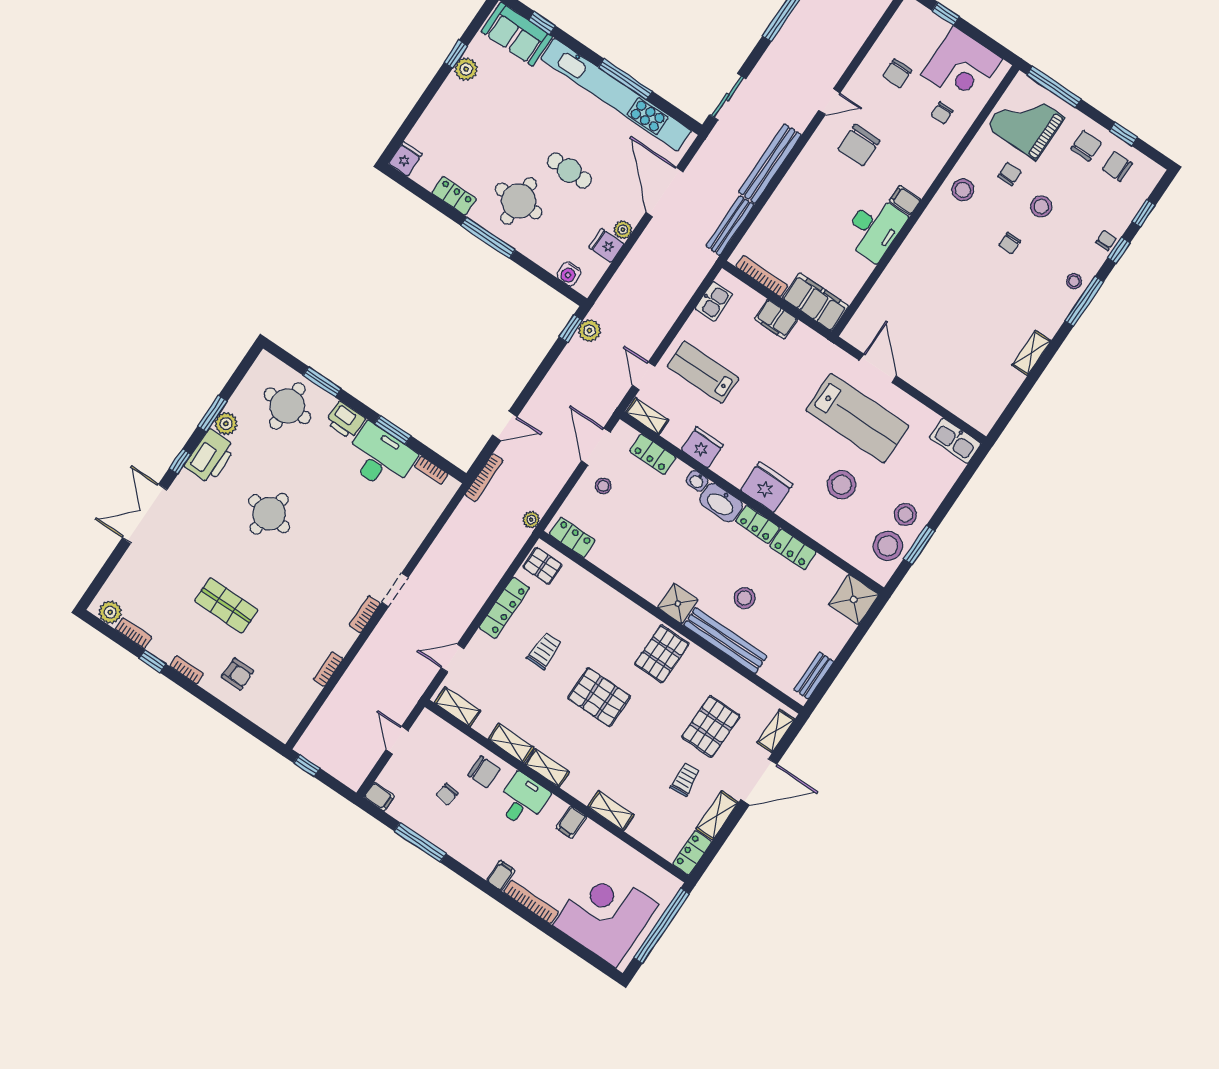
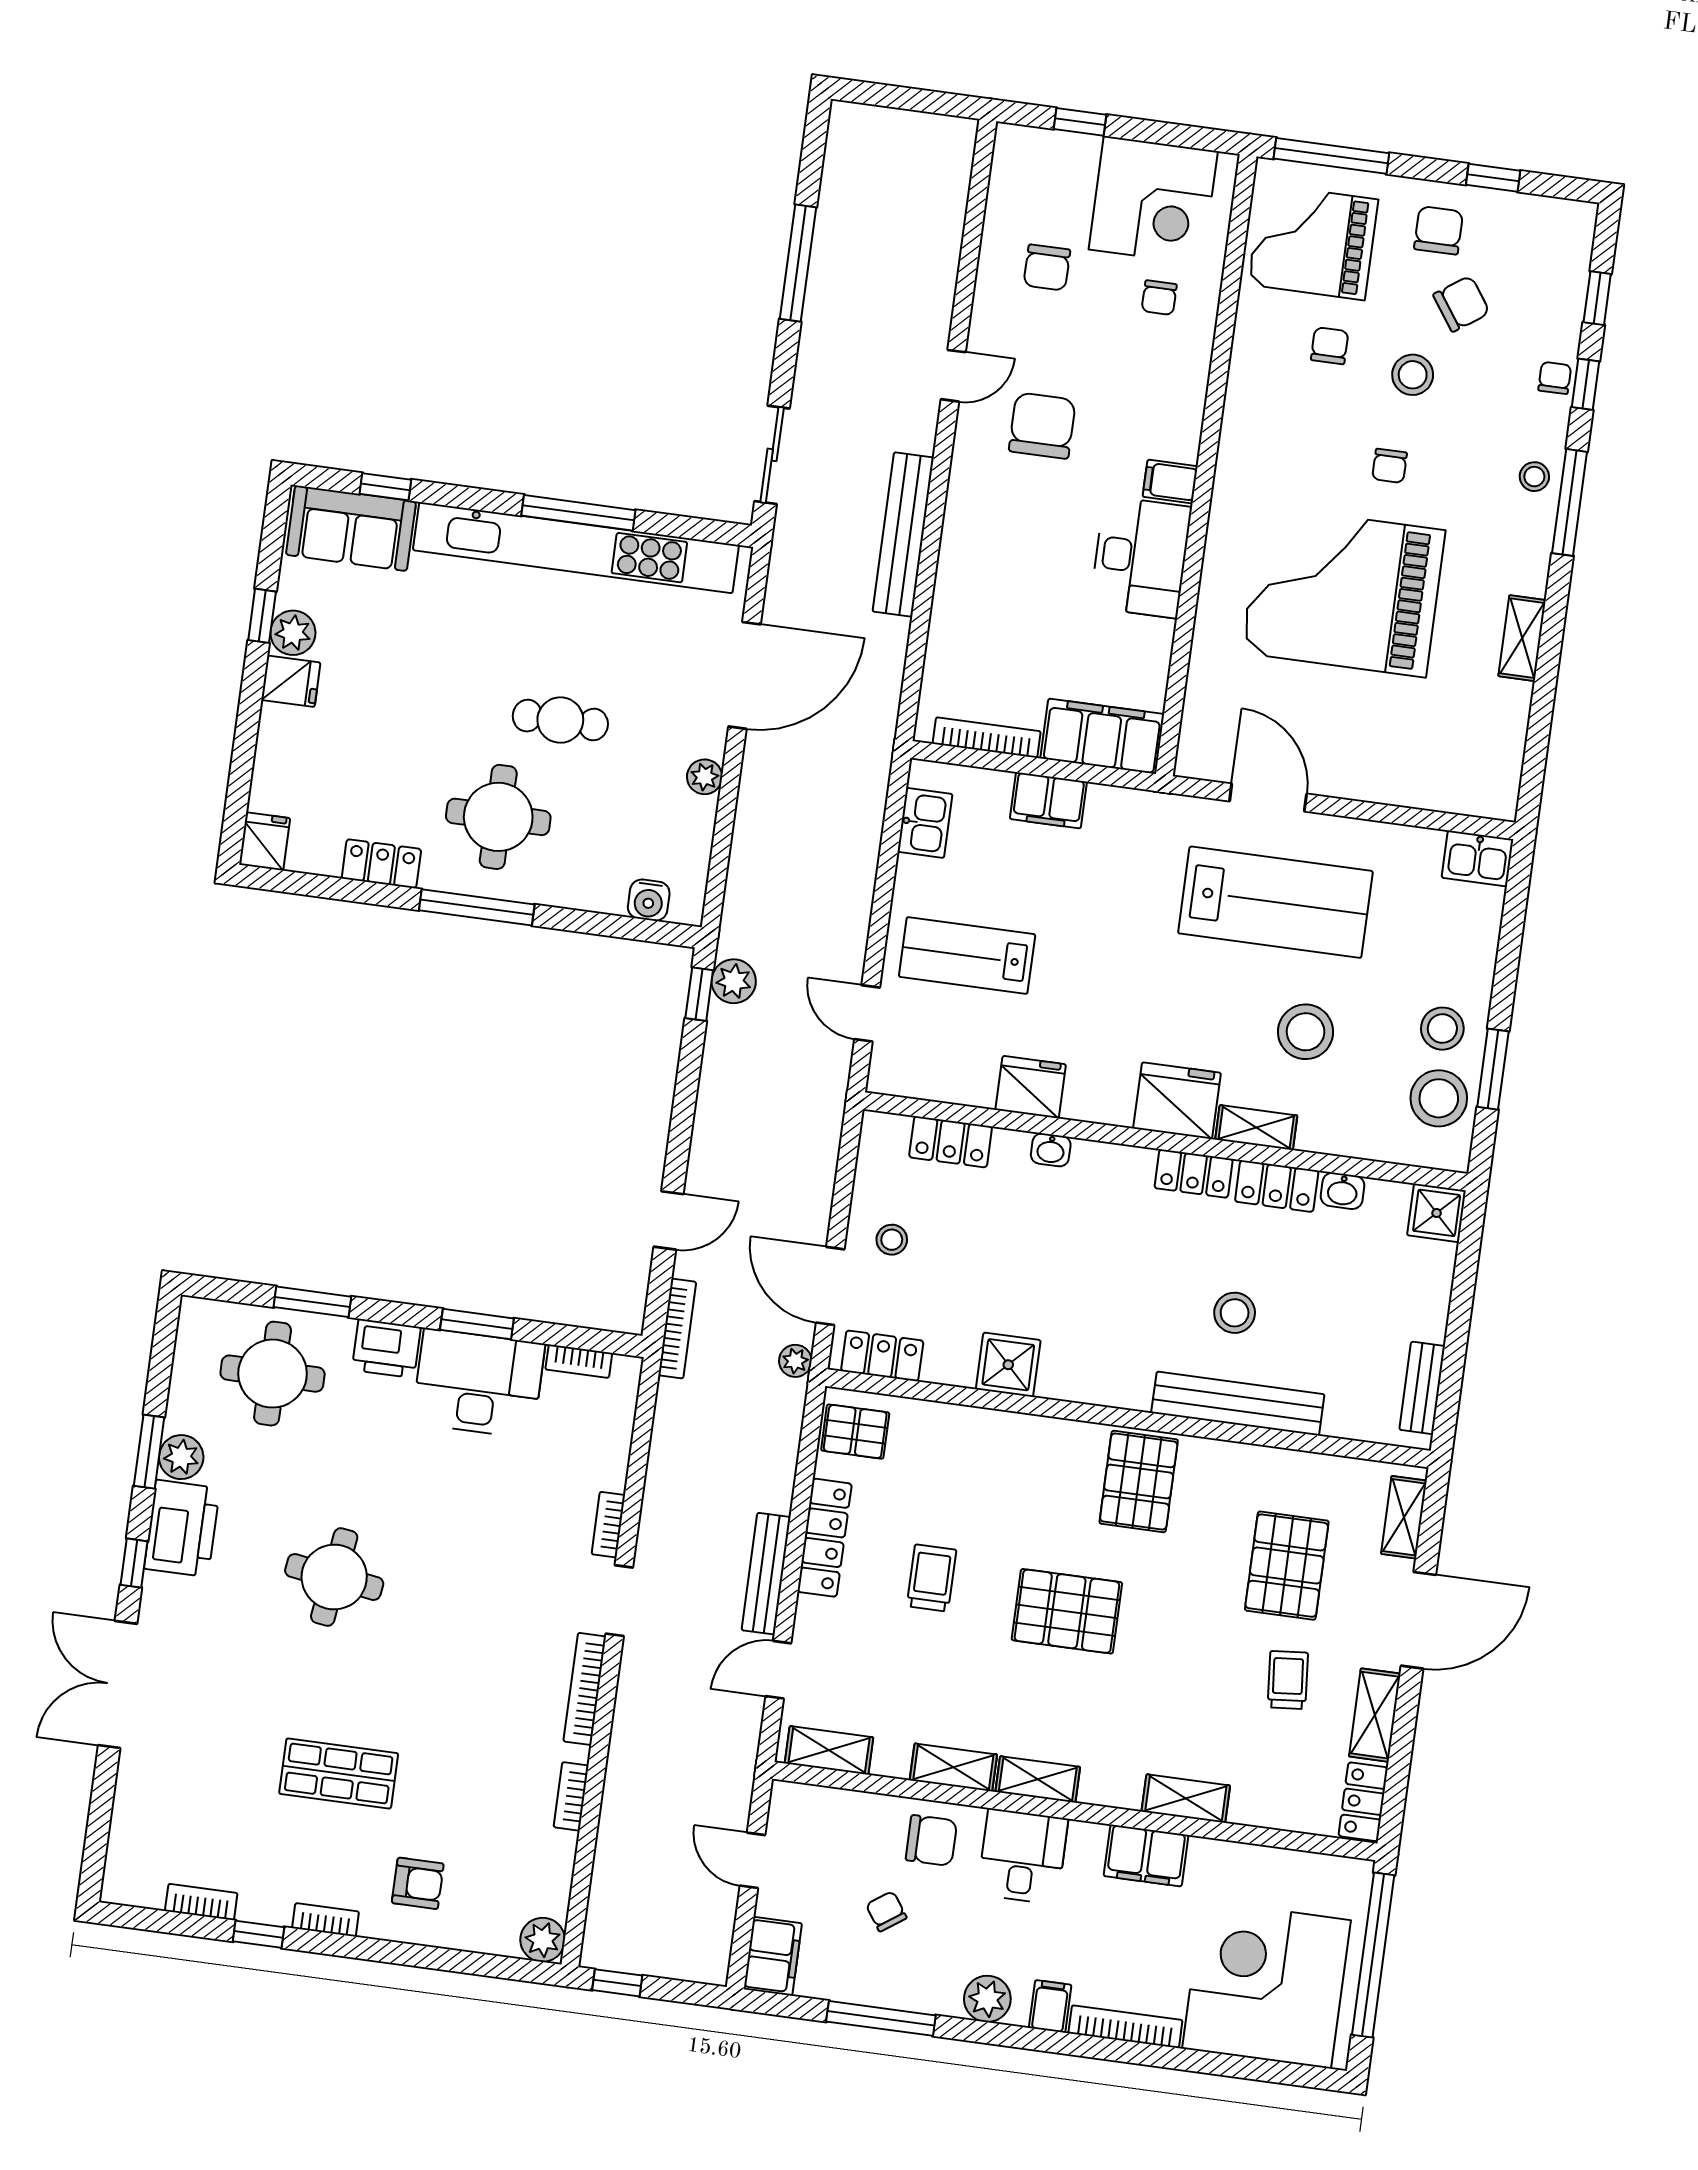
chair: (859, 145) -> (1042, 426), turned 180
chair: (1117, 166) -> (1461, 304), moved, turned 145
stool: (963, 190) -> (1262, 414), removed
door: (664, 192) -> (744, 675), swing flipped
bench: (730, 226) -> (766, 1574), moved
fridge: (606, 245) -> (291, 681), moved, turned 180
grand piano: (960, 291) -> (1343, 592), added
shelving: (647, 416) -> (1256, 1128), moved
kitchen sink: (955, 441) -> (1478, 858), width x0.73
door: (596, 447) -> (830, 1286), moved
washbasin: (721, 503) -> (1343, 1191), moved, width x0.52, depth x0.69
bookcase: (407, 552) -> (608, 1525), added
shower: (854, 600) -> (1437, 1213), width x0.73, depth x0.73
shower: (678, 604) -> (1008, 1365), moved
plant: (110, 612) -> (543, 1940), moved
bookcase: (365, 614) -> (585, 1689), width x1.56
chair: (447, 794) -> (886, 1911), turned 138
filing cabinet: (379, 797) -> (773, 1956), width x2.00
filing cabinet: (571, 822) -> (1146, 1856), width x2.00
plant: (474, 858) -> (987, 1999), added

